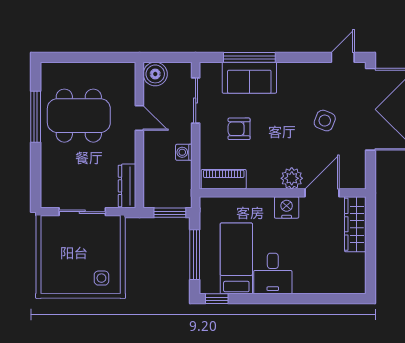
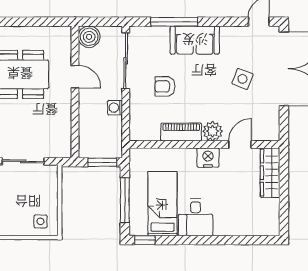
sofa: (249, 78) -> (195, 40), moved
sliding door: (196, 101) -> (126, 61), width x1.37
piano: (224, 179) -> (181, 132), moved
dresser: (127, 186) -> (64, 138), removed
door: (322, 193) -> (240, 144), width x0.73

